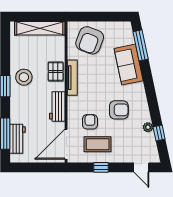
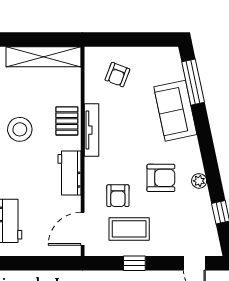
armchair: (90, 40) -> (117, 75), width x0.53, depth x0.53
armchair: (90, 122) -> (118, 196), turned 180
plant: (148, 127) -> (199, 181), moved
door: (66, 144) -> (83, 229), width x0.73

